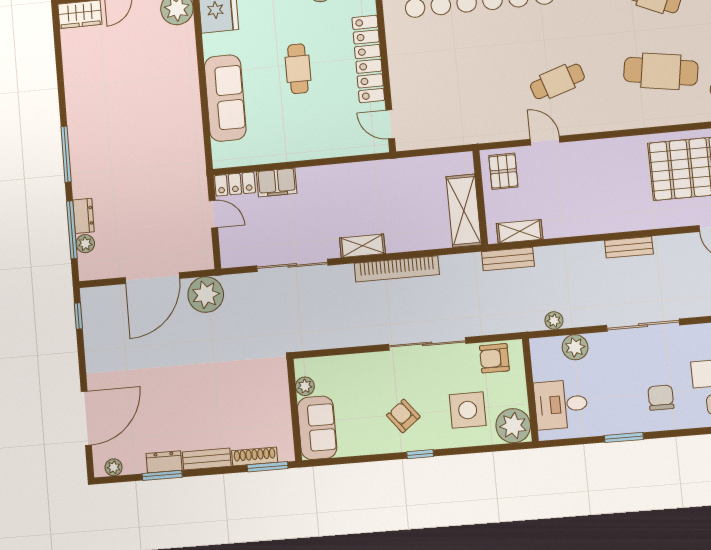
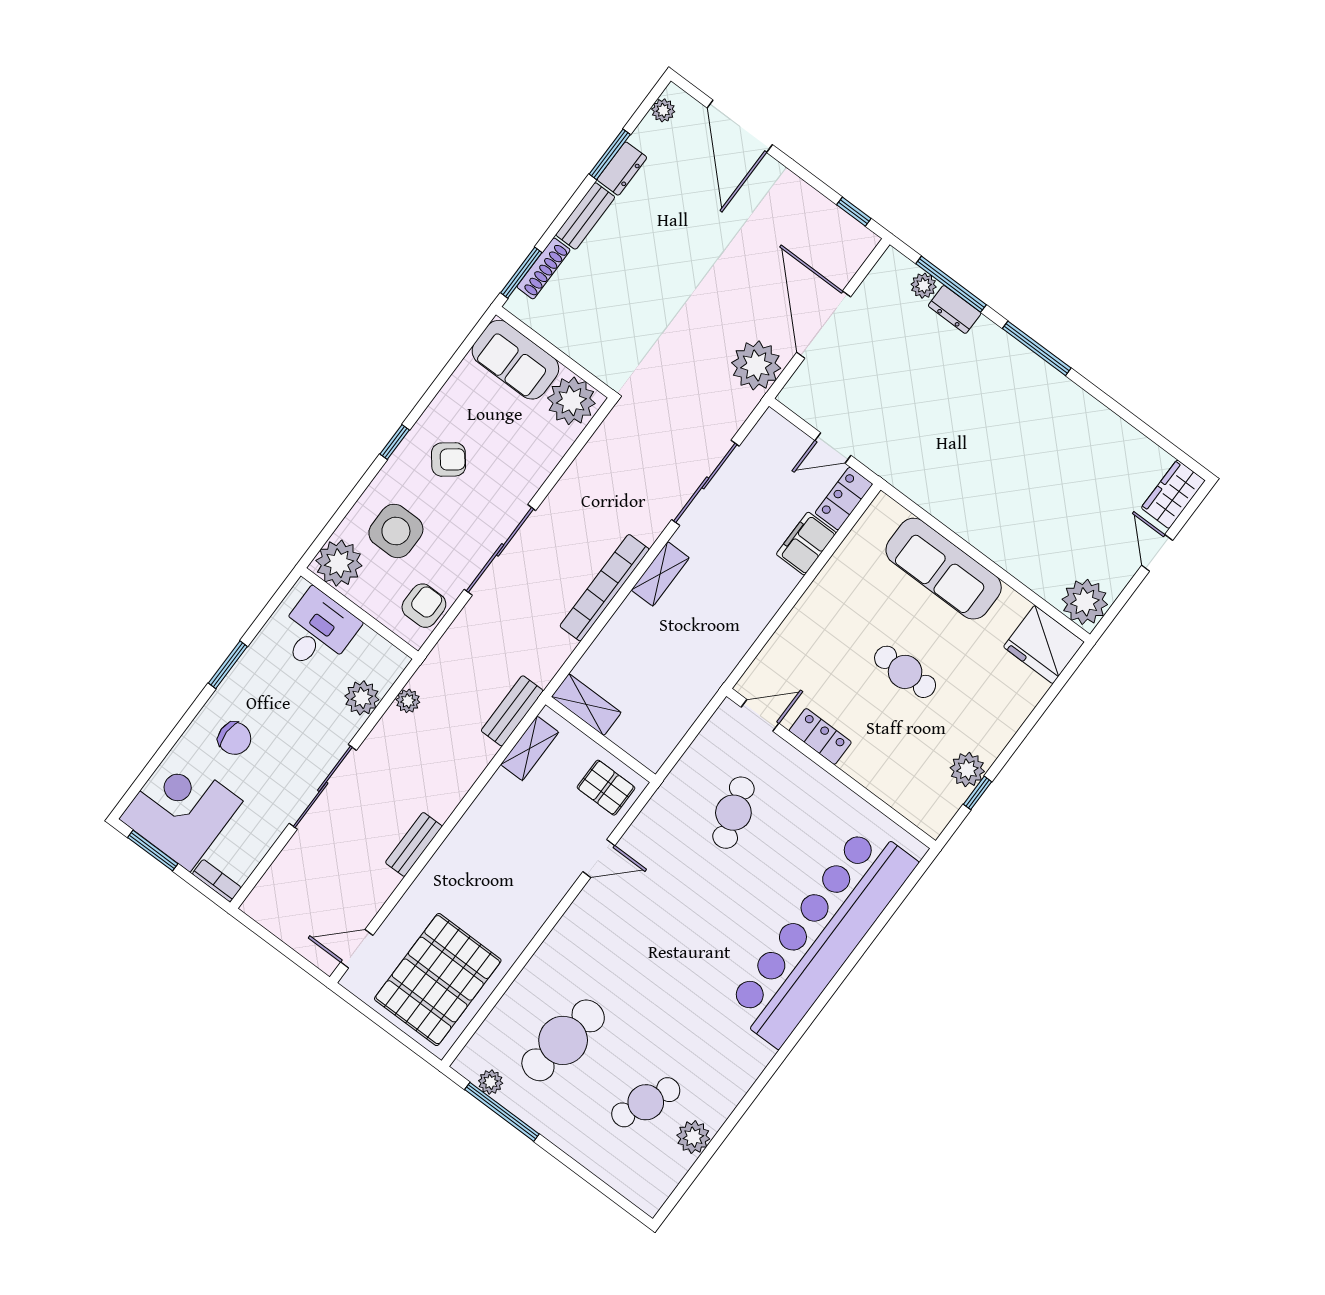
locker: (368, 59) -> (820, 736), width x0.46, depth x0.83
cafe table: (557, 81) -> (733, 813), moved
shelving: (464, 211) -> (586, 705), width x0.67, depth x0.75
plant: (305, 386) -> (571, 401), width x1.87, depth x1.87

